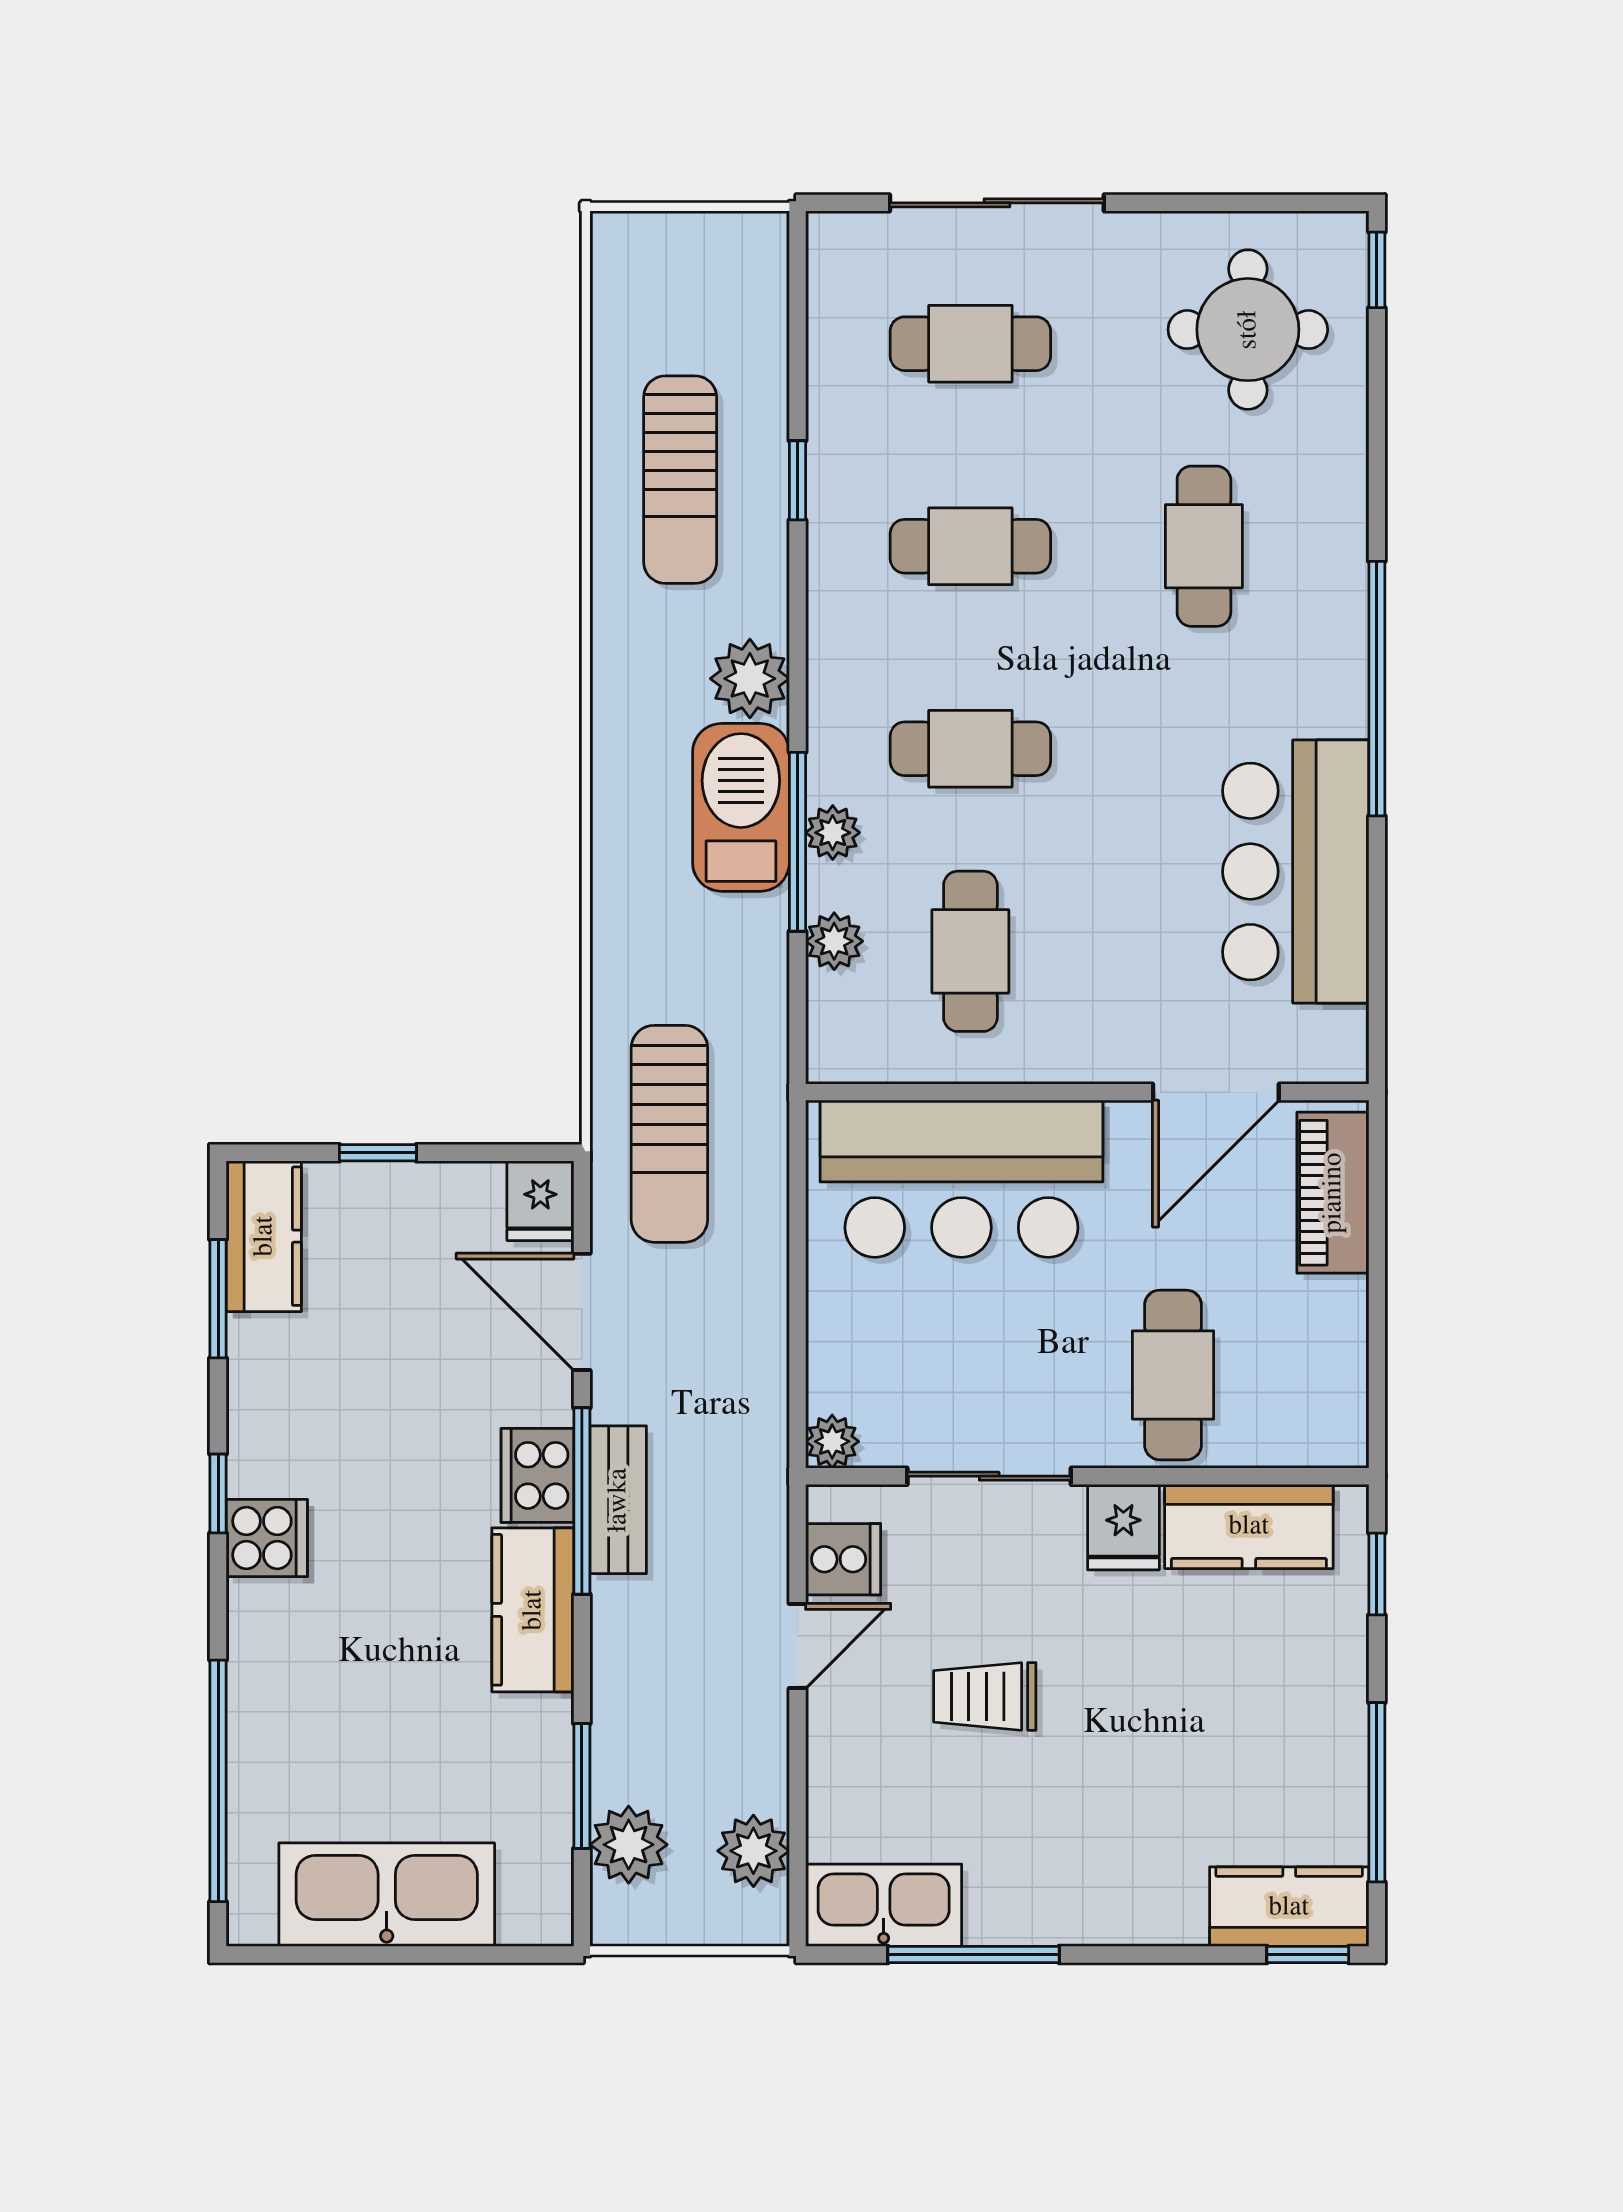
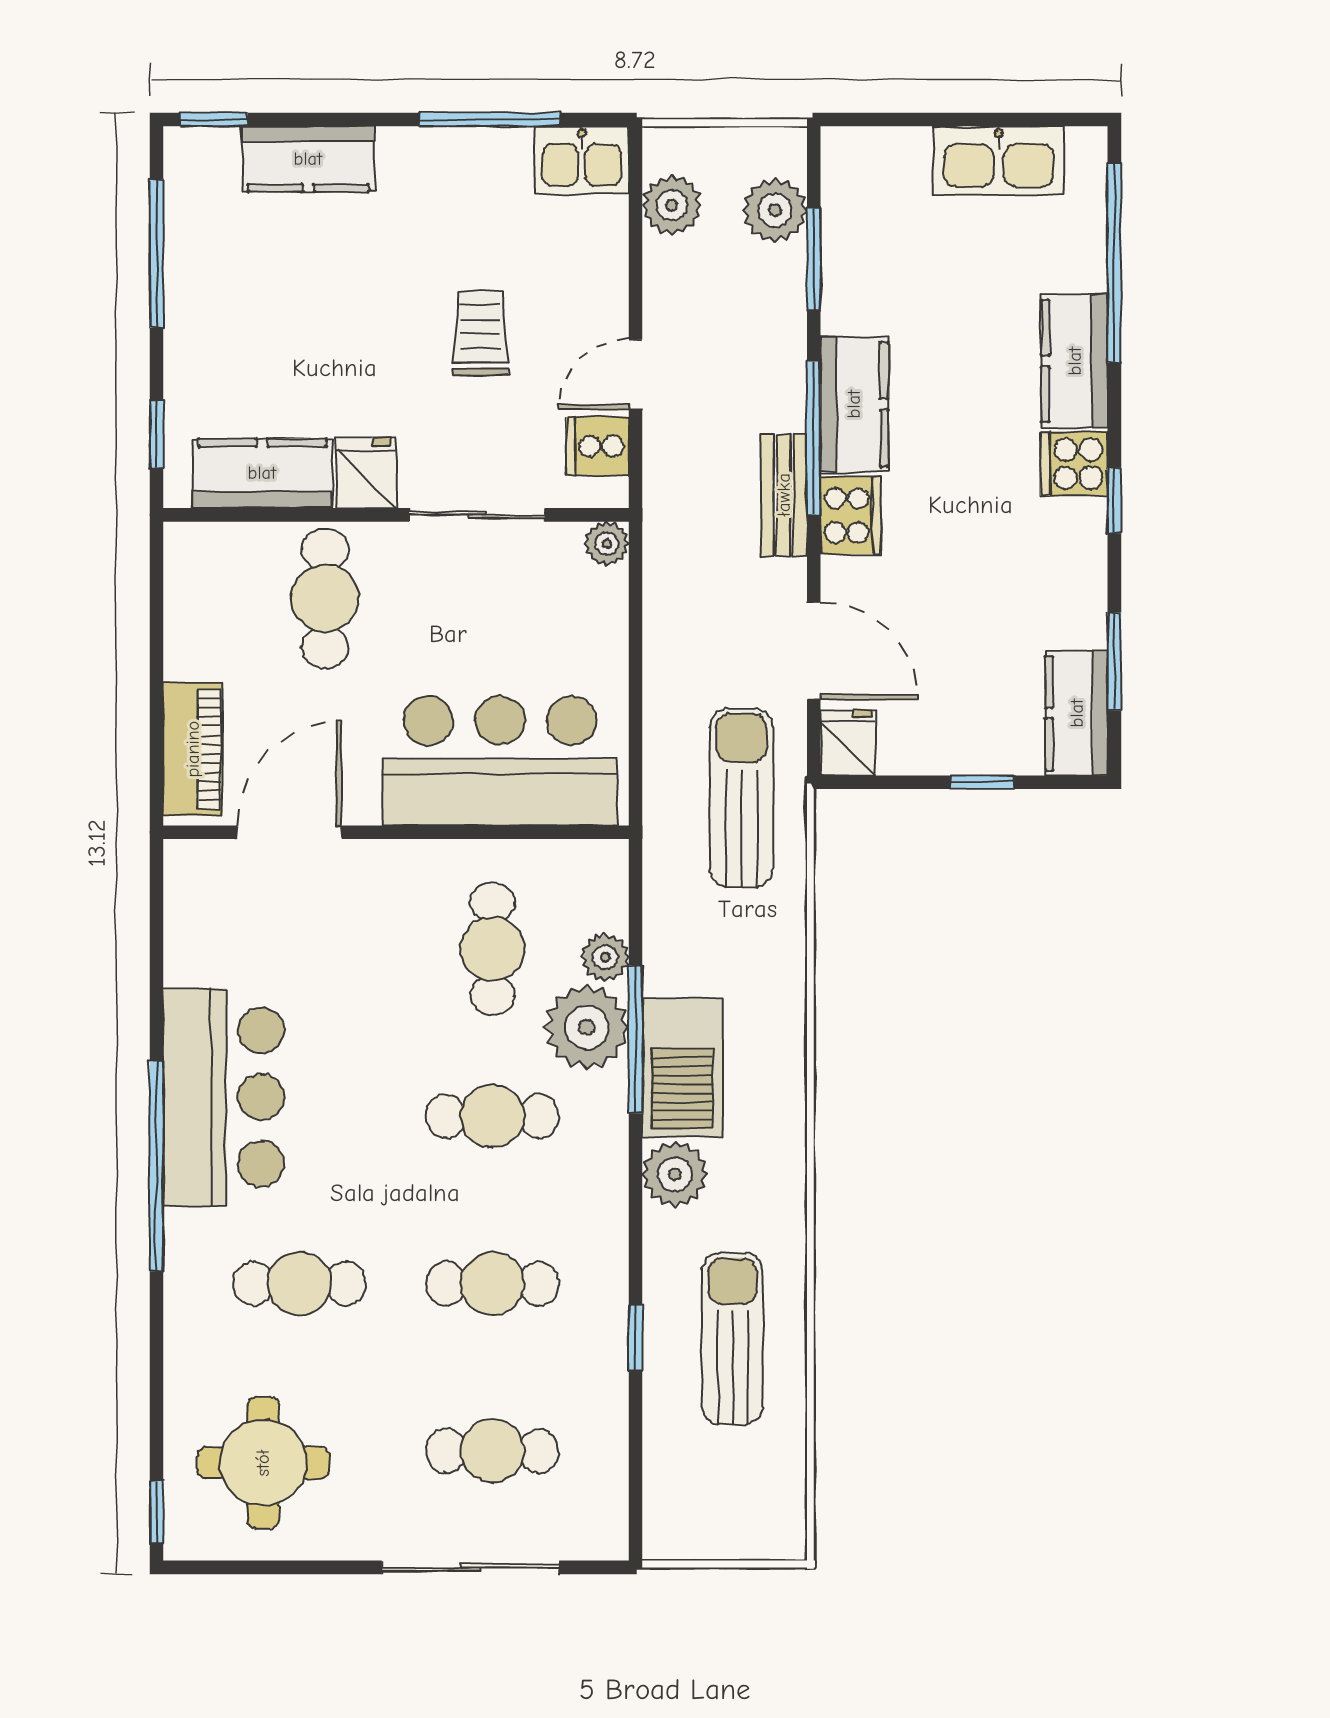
cafe table: (1204, 546) -> (300, 1284), turned 90
plant: (833, 833) -> (587, 1027), width x1.88, depth x1.88
bar counter: (1296, 871) -> (224, 1097), moved
window: (582, 1501) -> (814, 438), moved
kitchen counter: (266, 1662) -> (1075, 361), added
trolley: (985, 1696) -> (481, 333), turned -90
kitchen sink: (387, 1895) -> (999, 161), width x0.73, depth x0.81
kitchen sink: (884, 1905) -> (582, 160), width x0.73
kitchen counter: (1289, 1907) -> (308, 159), moved

